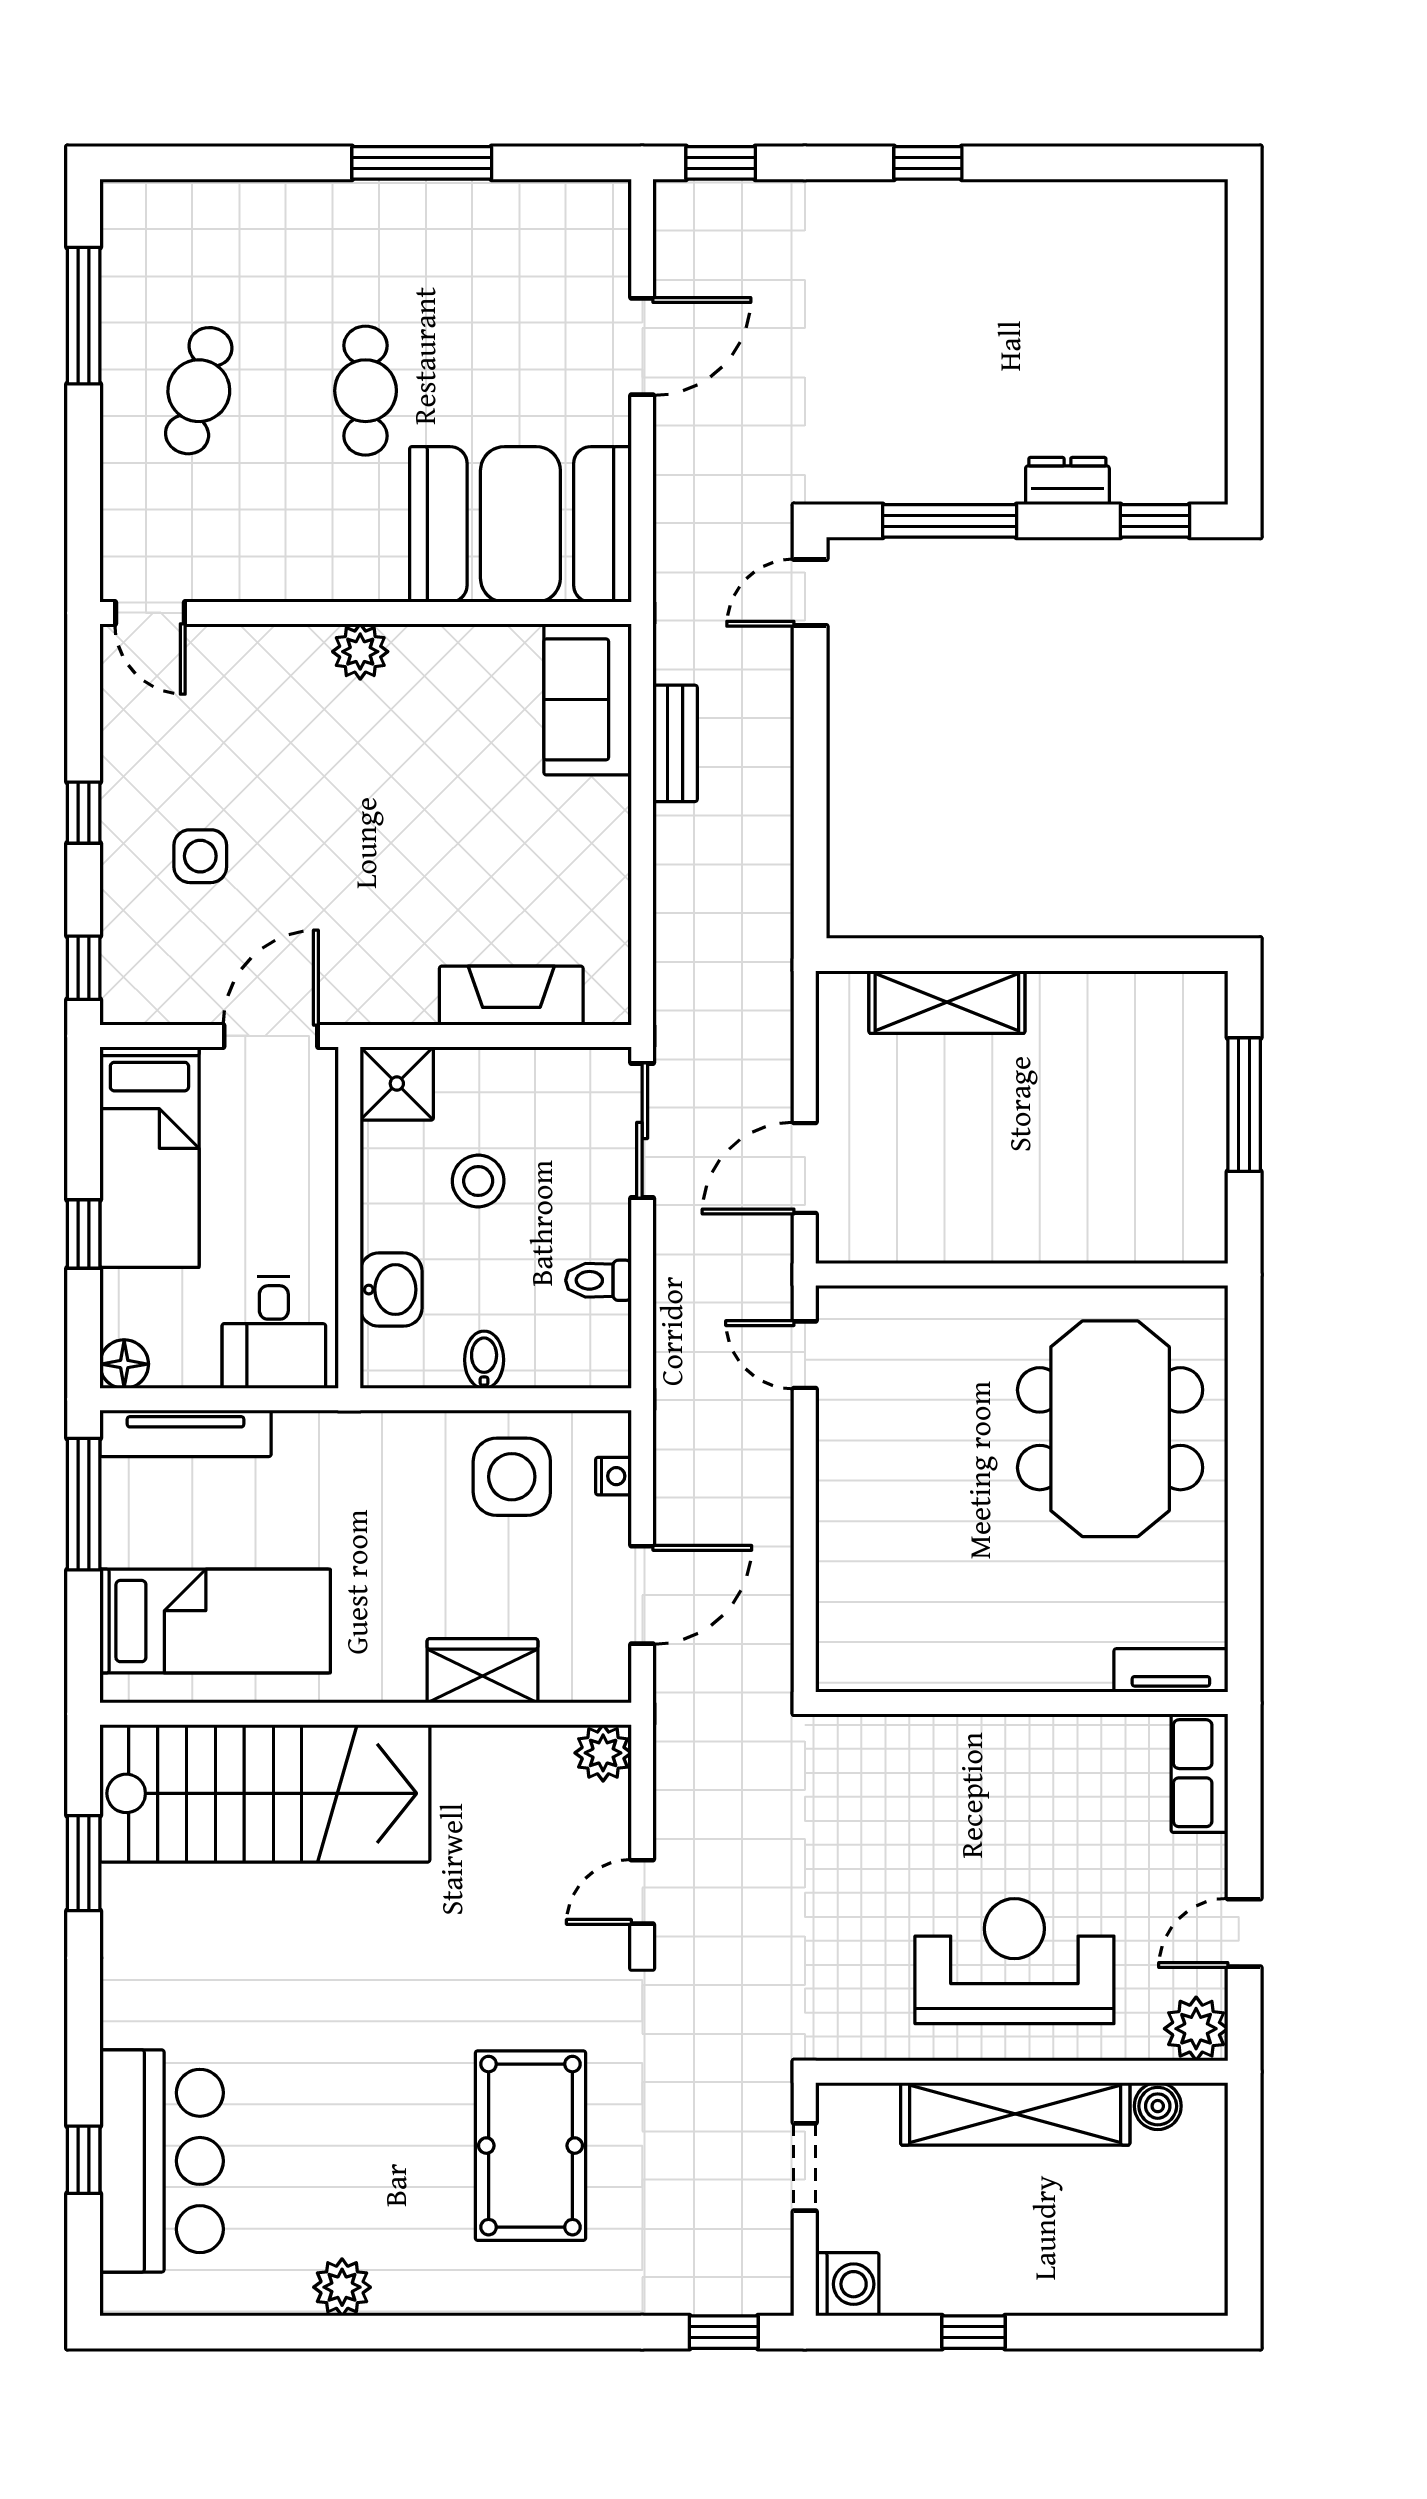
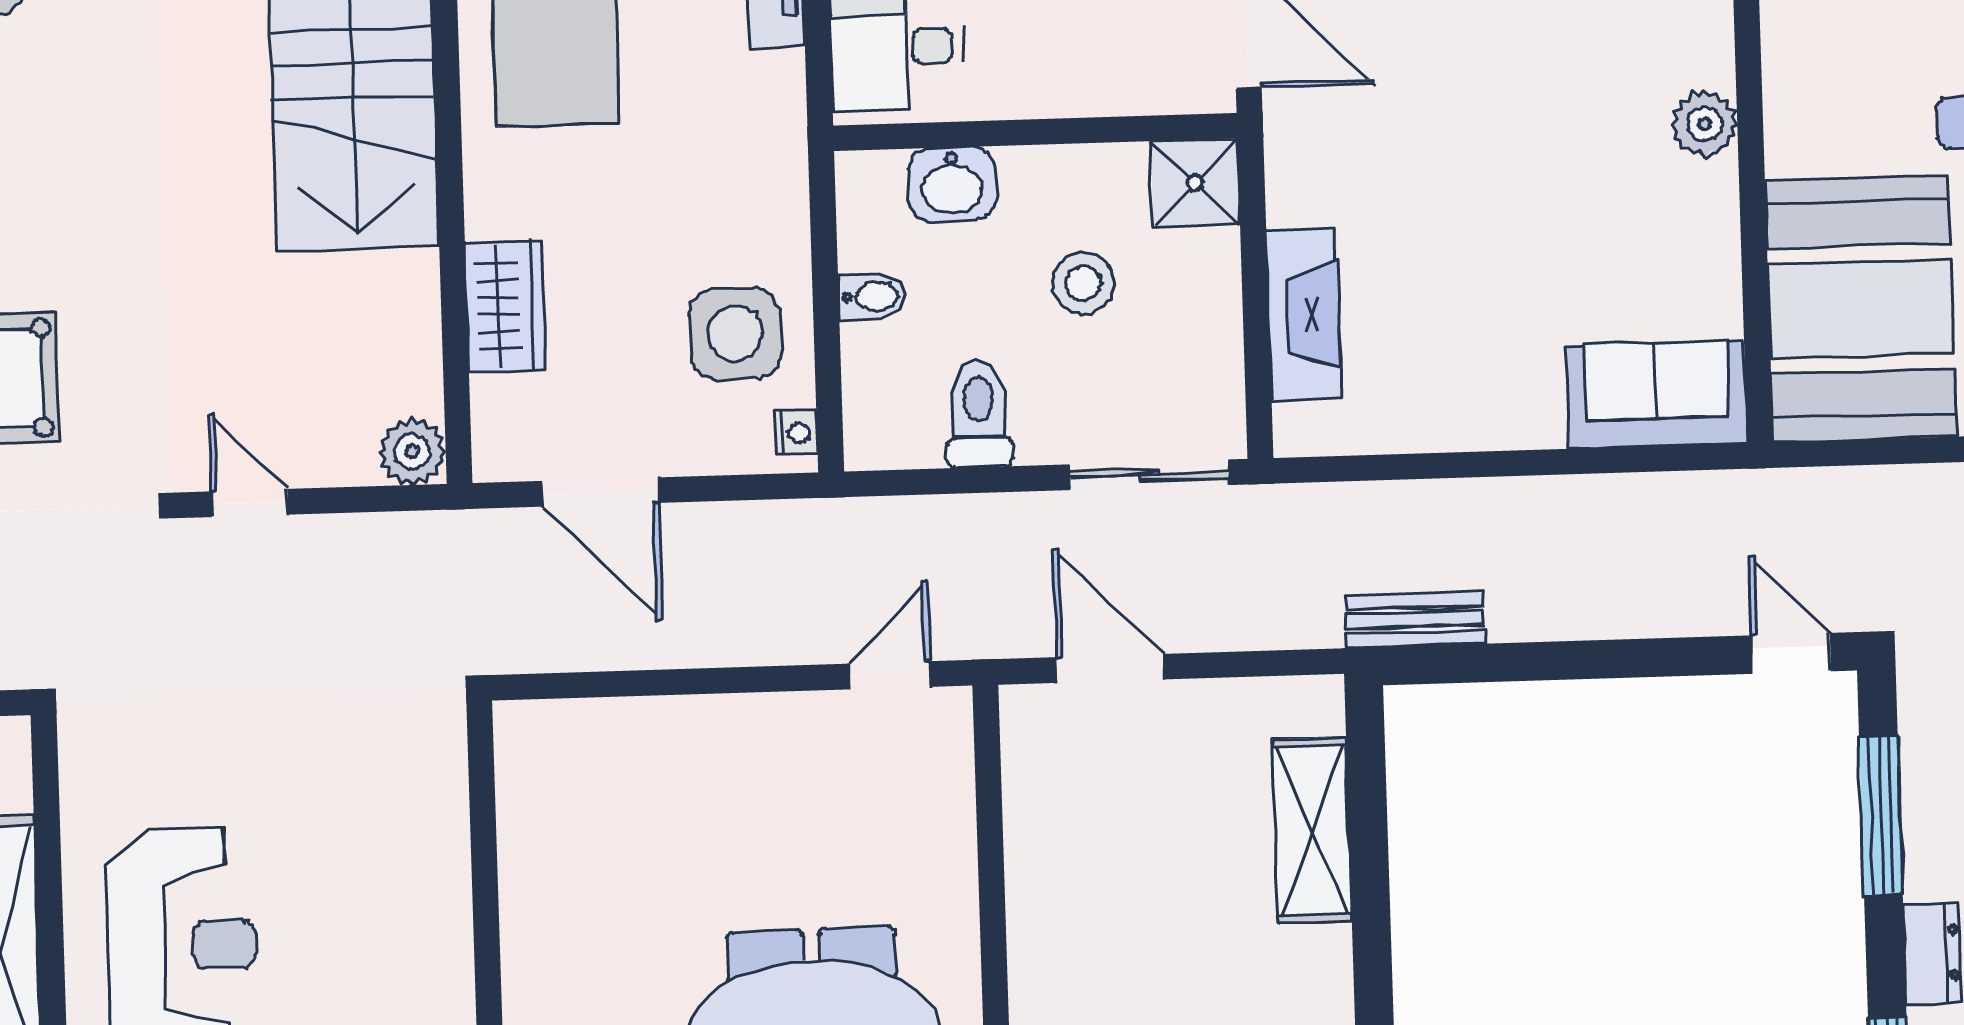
bench: (675, 743) -> (1415, 620), moved
toilet: (598, 1280) -> (979, 414), width x1.37, depth x1.39
nightstand: (613, 1476) -> (796, 433), moved, turned -90

